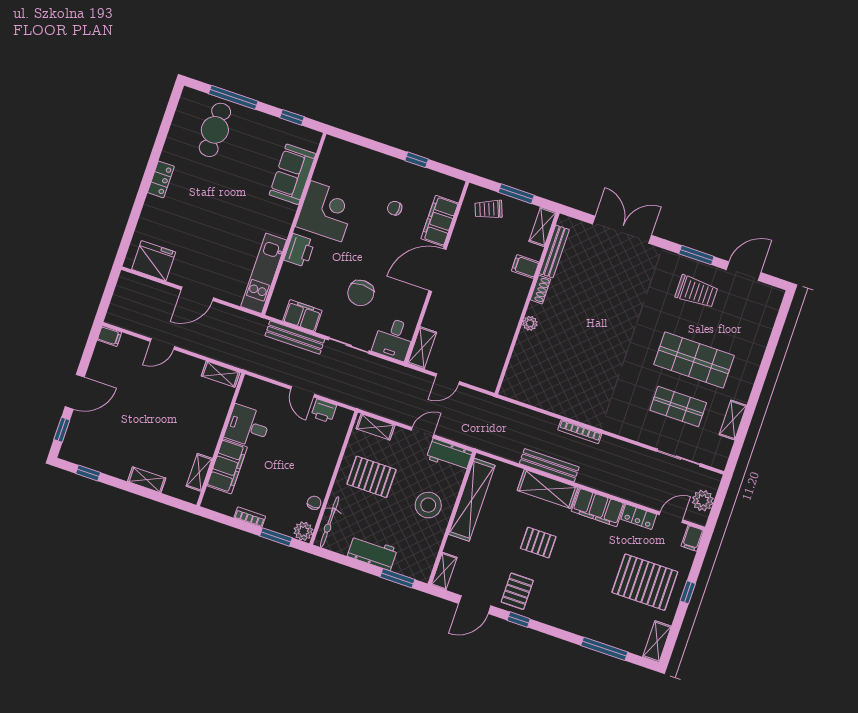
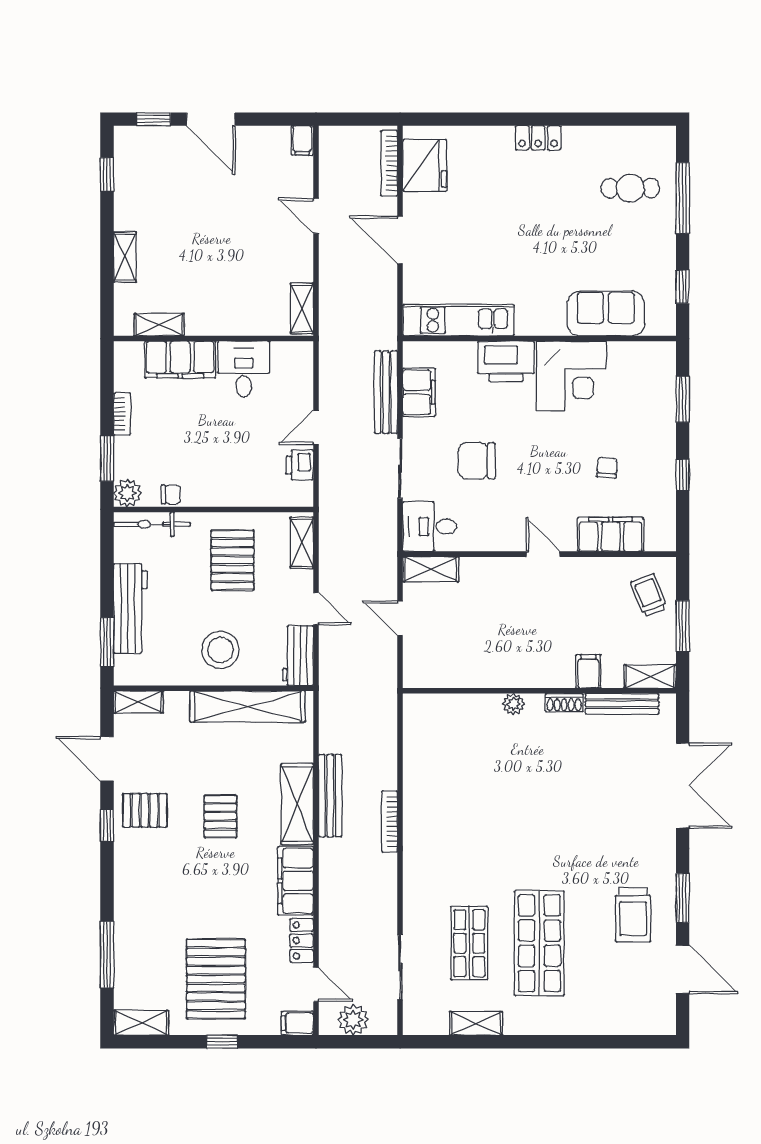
cafe table: (215, 130) -> (630, 188), width x0.73, depth x0.74
window: (366, 143) -> (683, 399), added
printer: (299, 250) -> (506, 361), width x1.37, depth x1.19
door: (437, 270) -> (543, 554), width x0.53
bookcase: (144, 284) -> (389, 163), added
workbench: (372, 552) -> (130, 608), width x1.38

